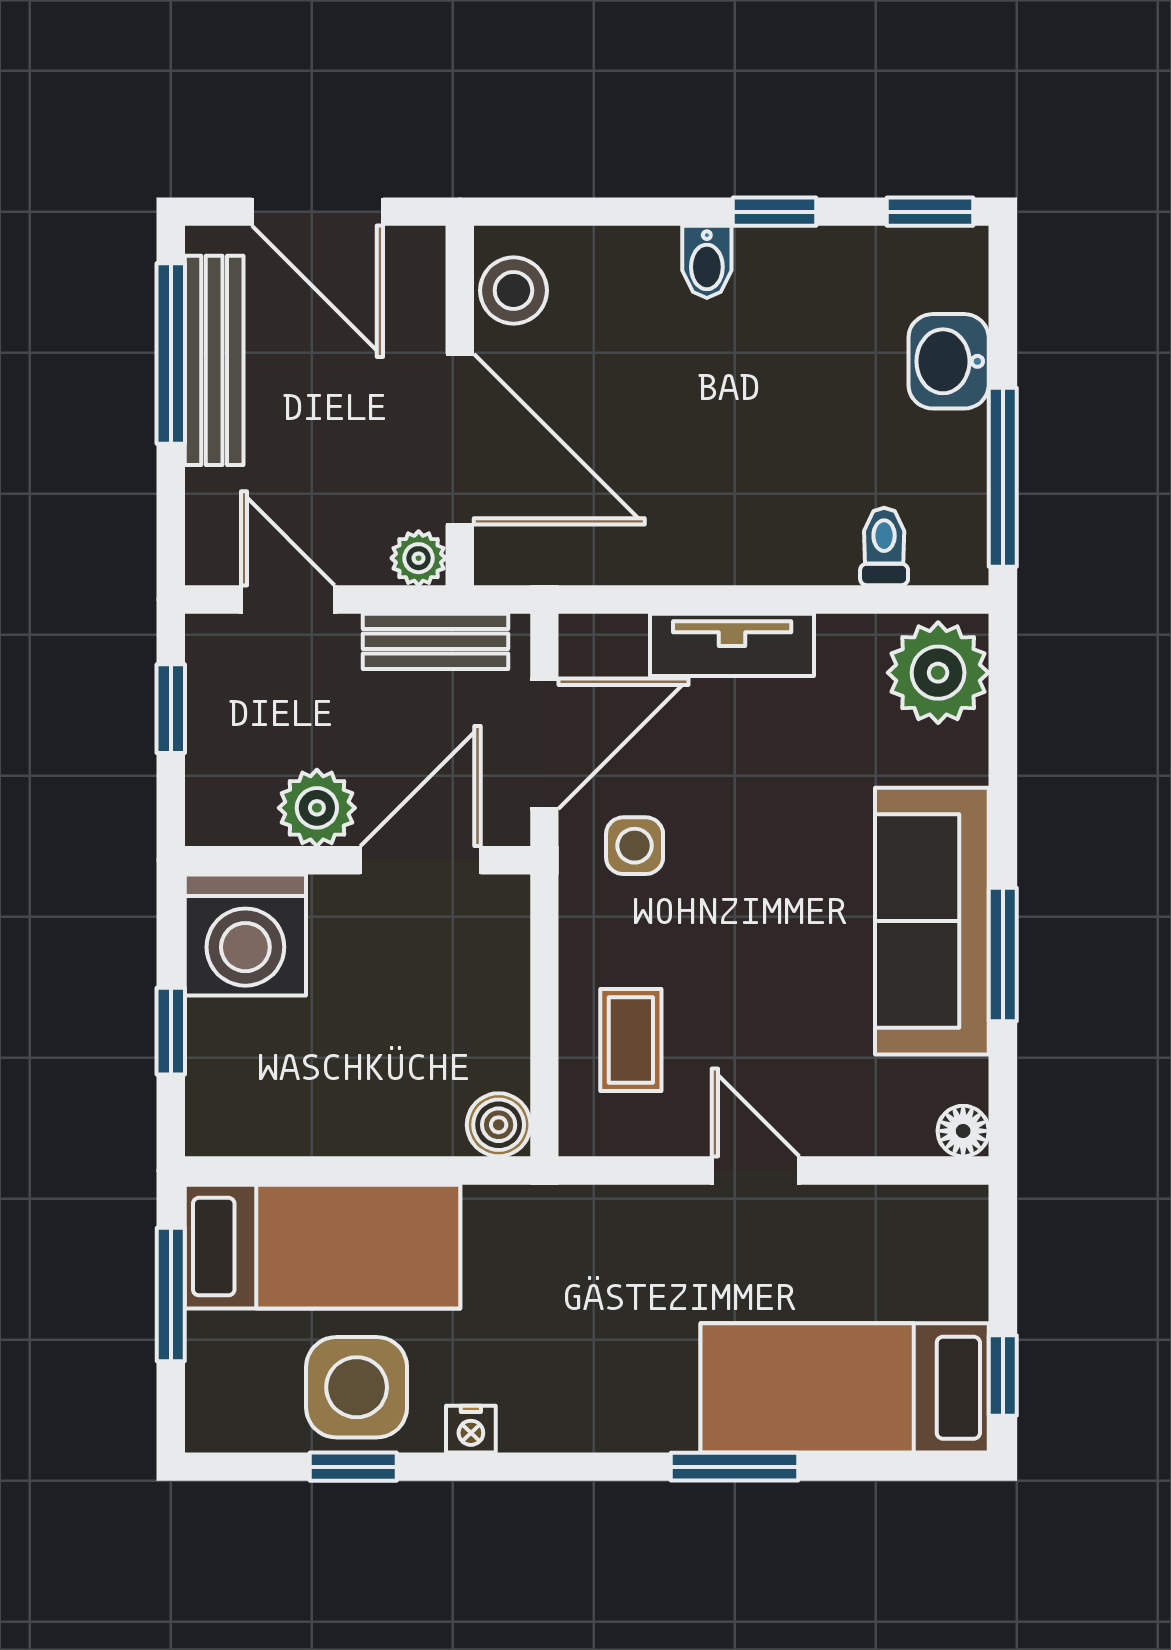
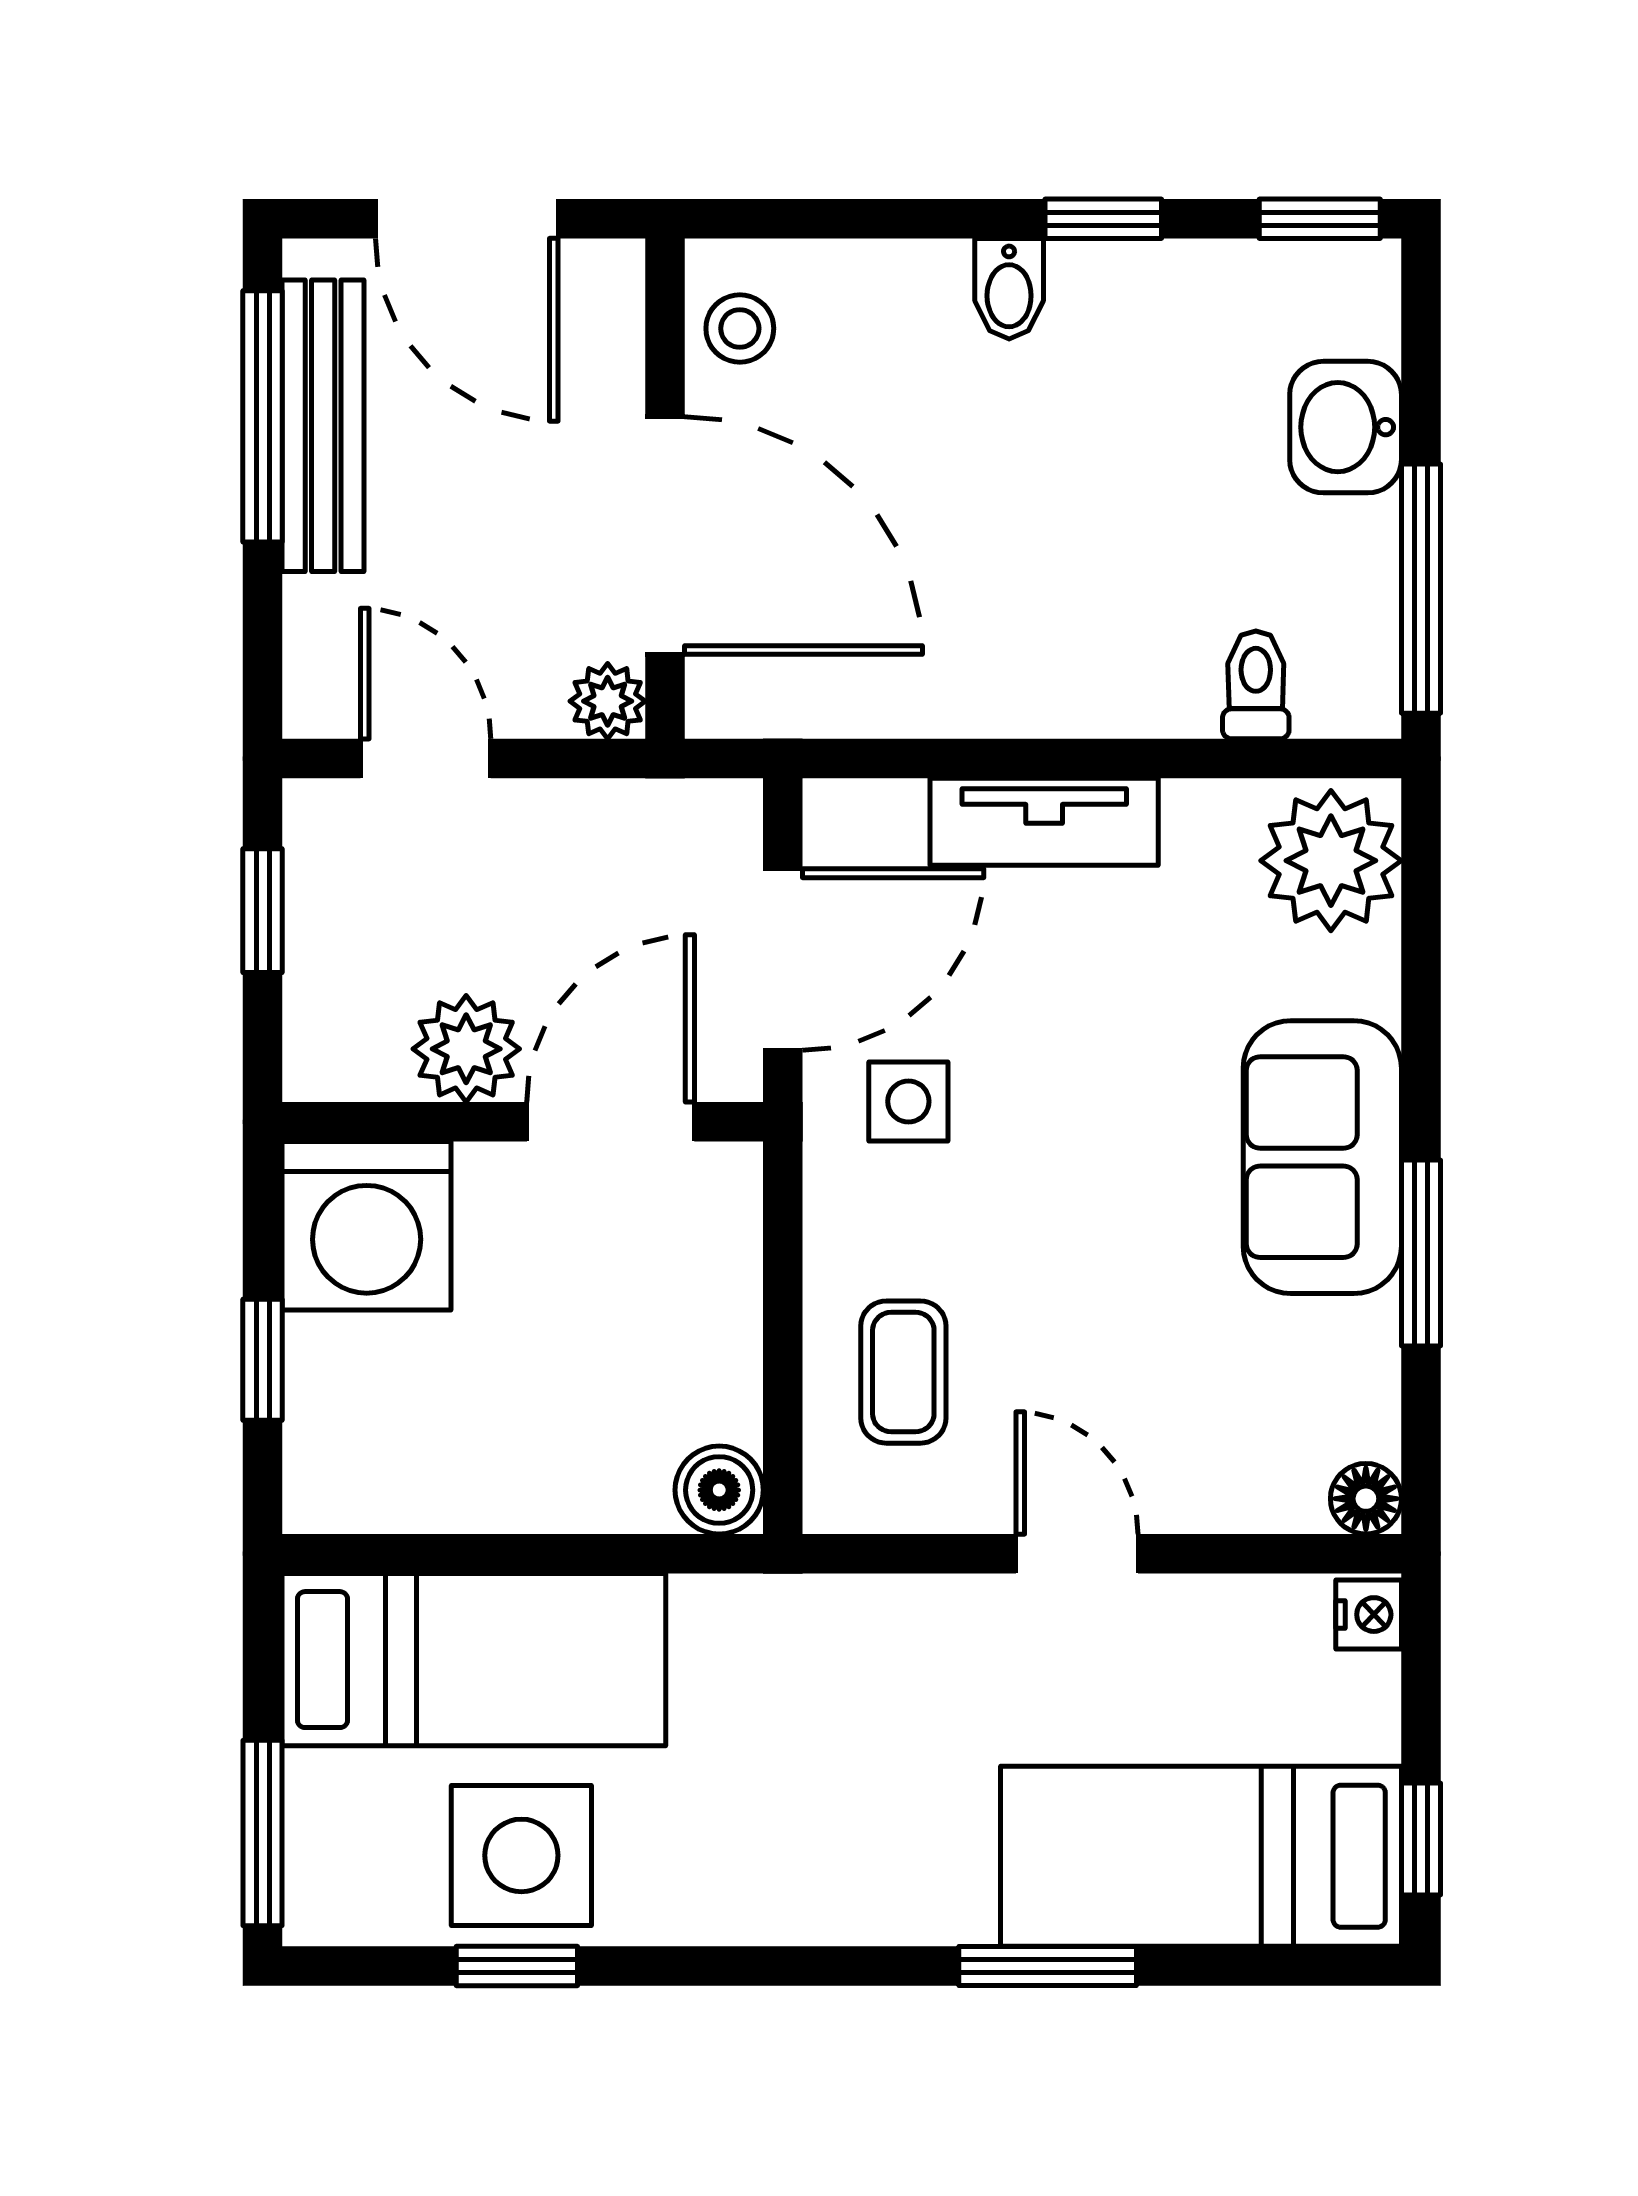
stool: (513, 290) -> (740, 328), width x0.73, depth x0.73
bench: (435, 641) -> (631, 817), removed
sofa: (932, 921) -> (1322, 1157), width x0.73
window: (171, 1294) -> (263, 1833), moved
nightstand: (471, 1429) -> (1369, 1615), moved, turned -90

